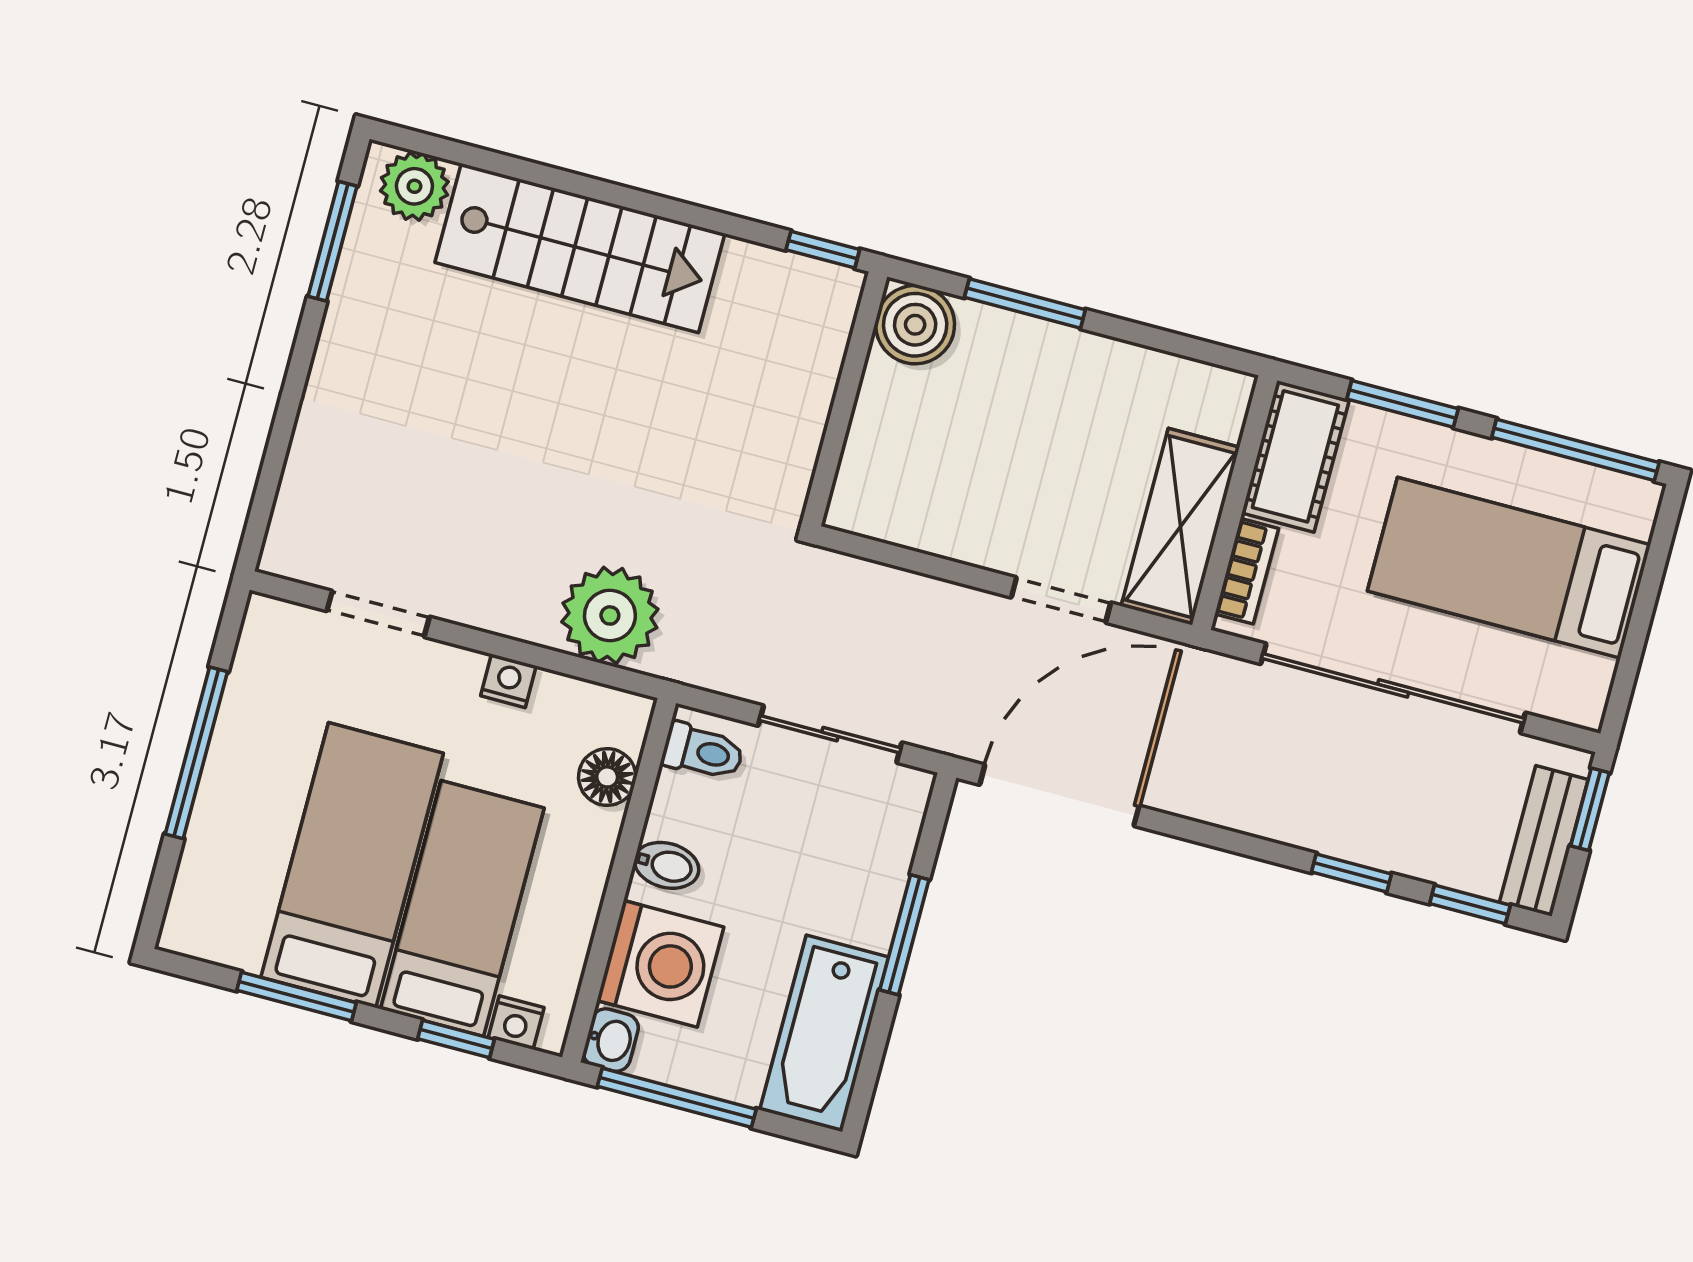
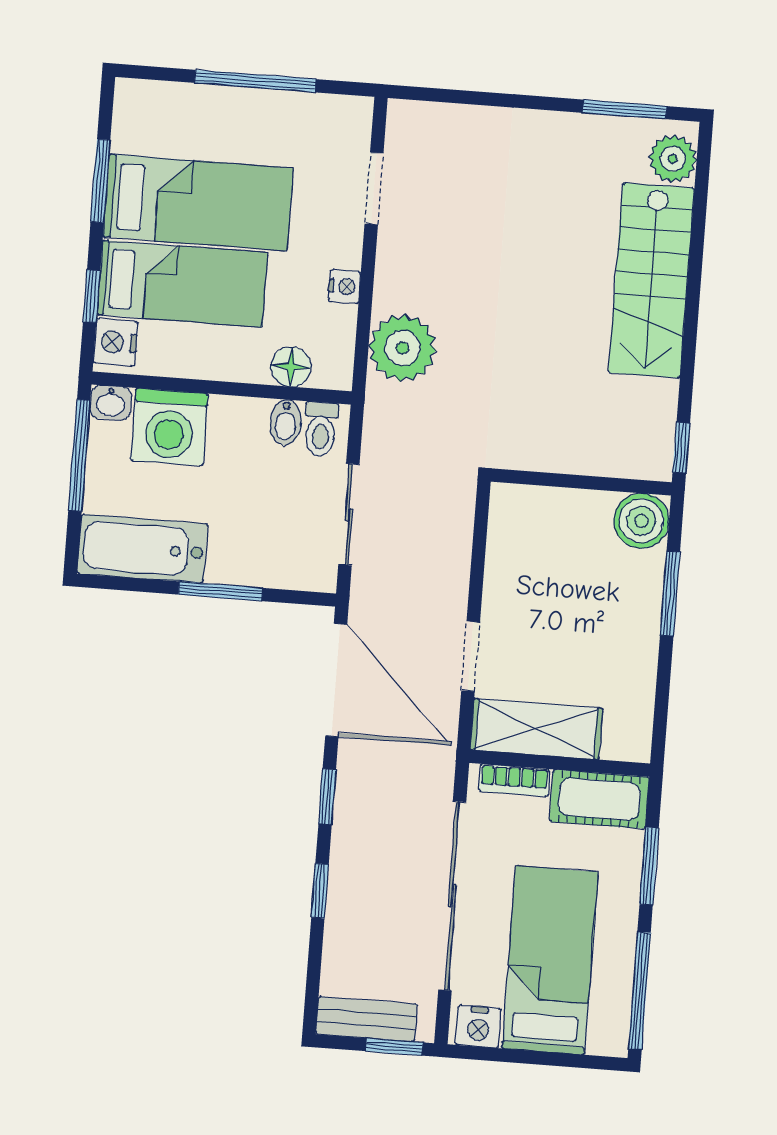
nightstand: (1584, 686) -> (478, 1027), added
bidet: (667, 865) -> (286, 422), moved
window: (1470, 904) -> (327, 797), moved
nightstand: (516, 1023) -> (115, 342), width x1.39, depth x1.35

